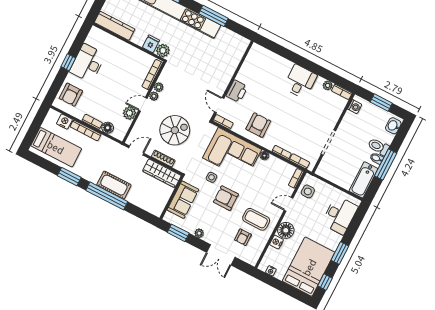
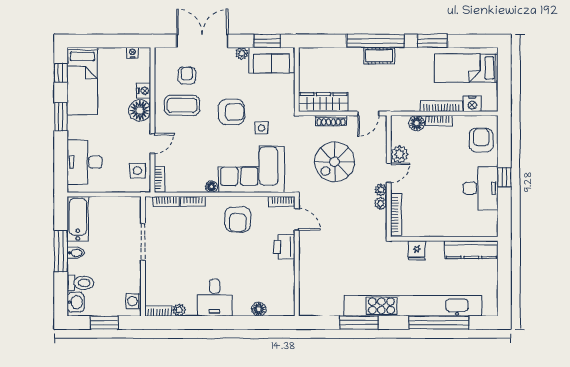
plant: (163, 51) -> (398, 250), removed
floor lamp: (275, 59) -> (259, 309), added
toilet: (378, 147) -> (80, 283), moved
cot: (114, 185) -> (379, 56), width x0.73, depth x0.75
sofa: (183, 200) -> (271, 60), moved, turned -90
double door: (221, 255) -> (202, 41), width x1.37
bed: (309, 267) -> (82, 81), width x0.67

